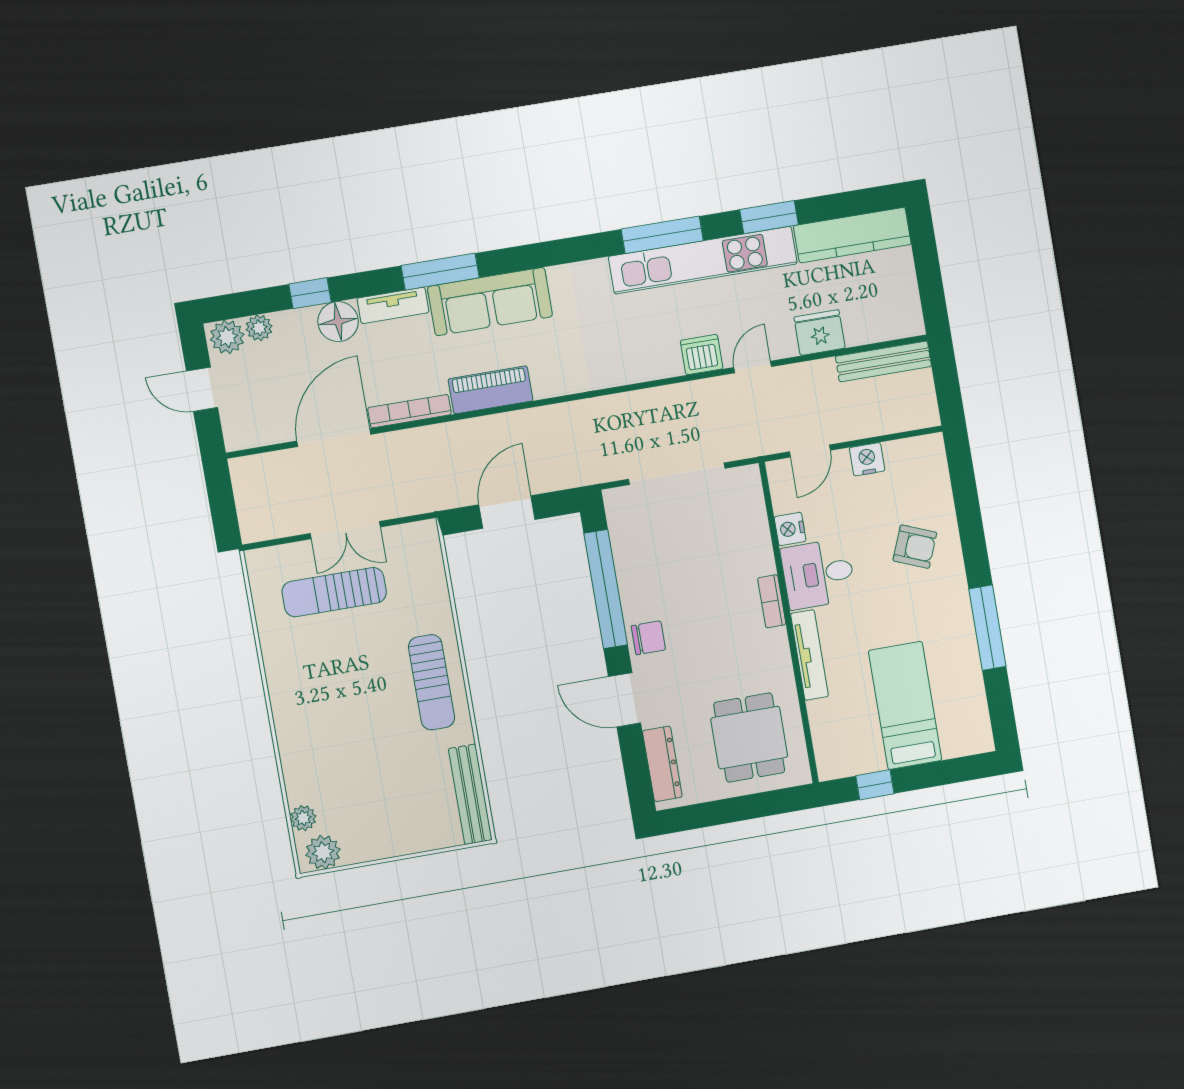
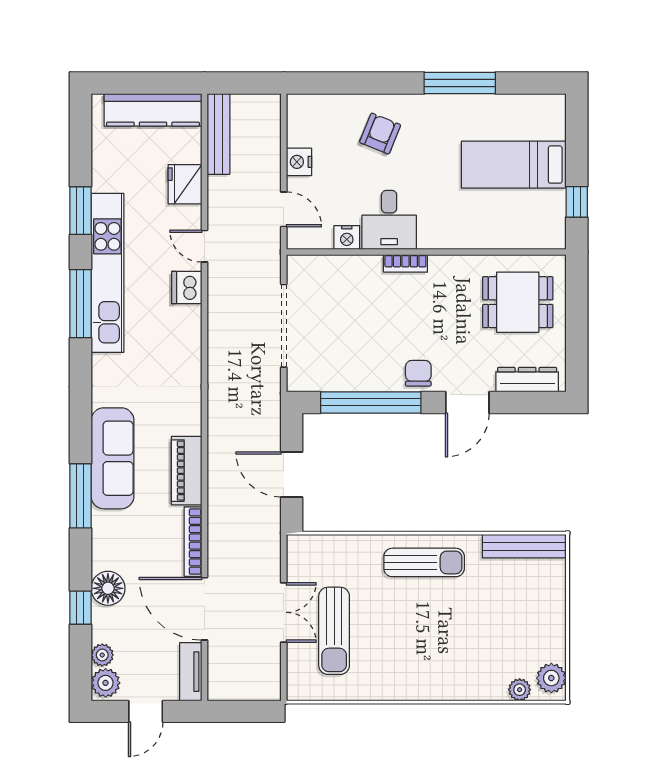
kitchen counter: (852, 235) -> (153, 110), moved, turned 90
tv unit: (393, 305) -> (191, 672), moved, turned 180
tv unit: (810, 655) -> (457, 239), removed

